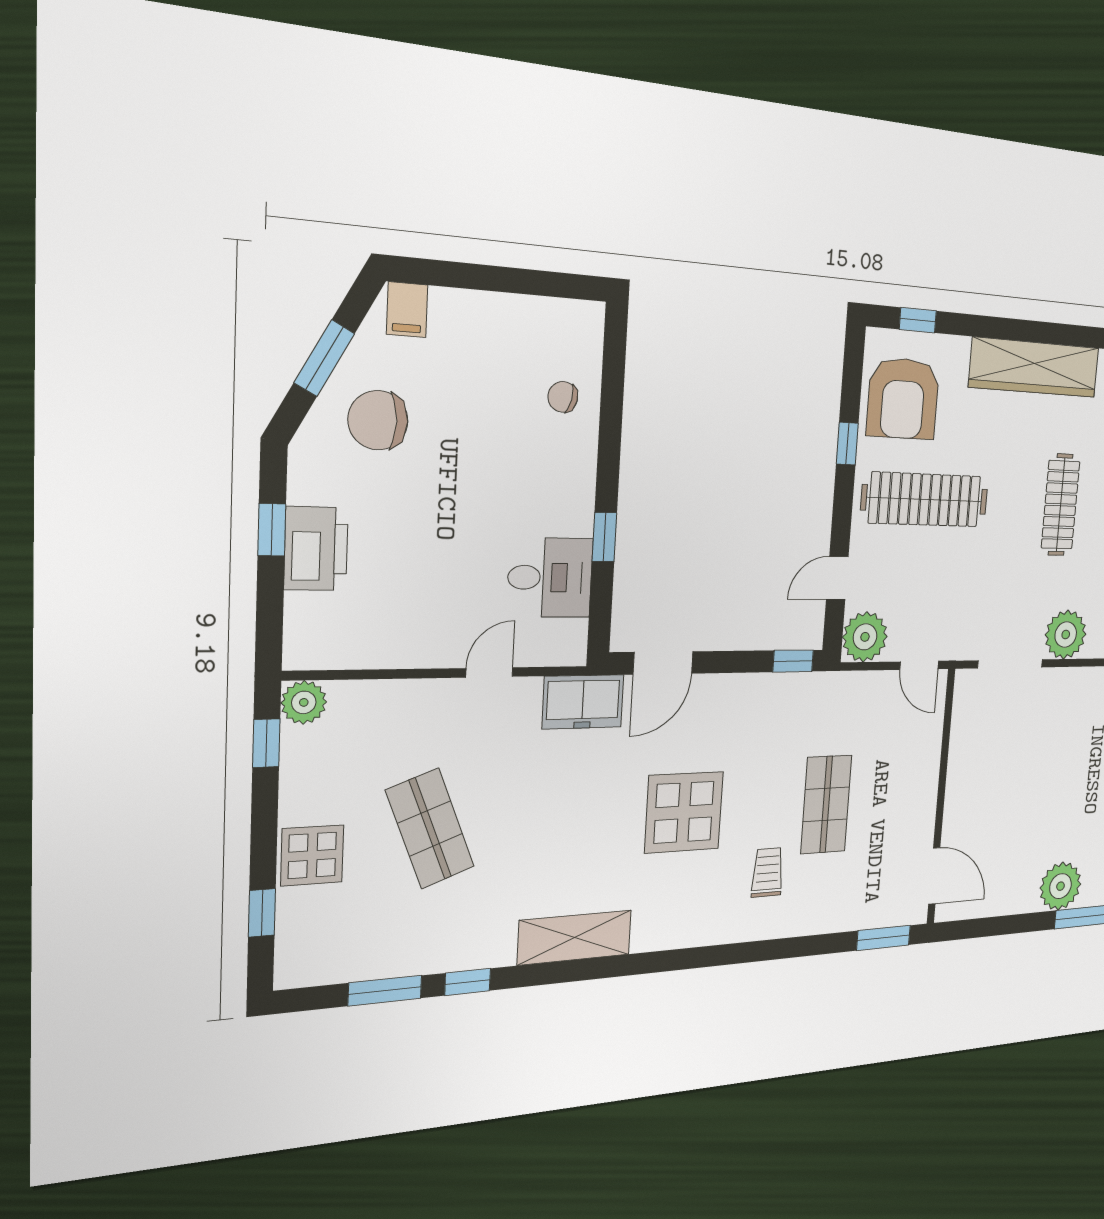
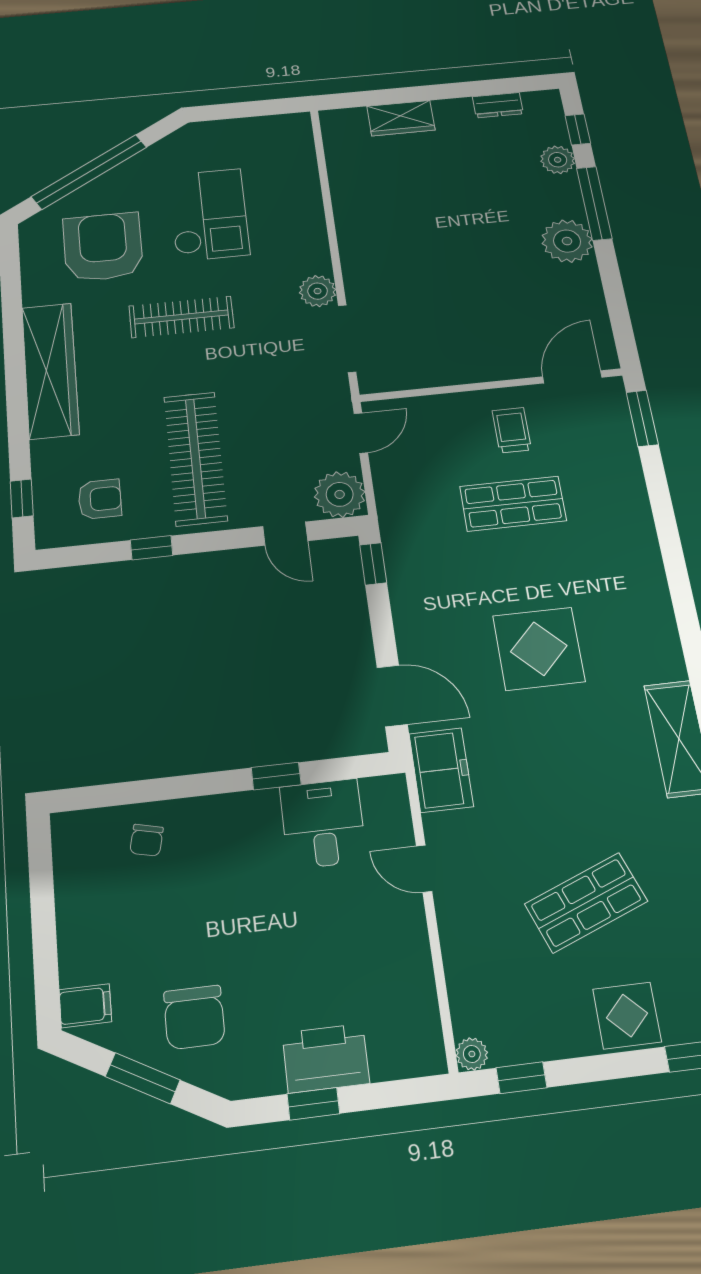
armchair: (903, 398) -> (100, 499), width x0.53, depth x0.53
plant: (1066, 635) -> (318, 291), width x0.73, depth x0.73
plant: (304, 702) -> (472, 1054), width x0.73, depth x0.73
trolley: (767, 872) -> (512, 430), moved, turned 90

